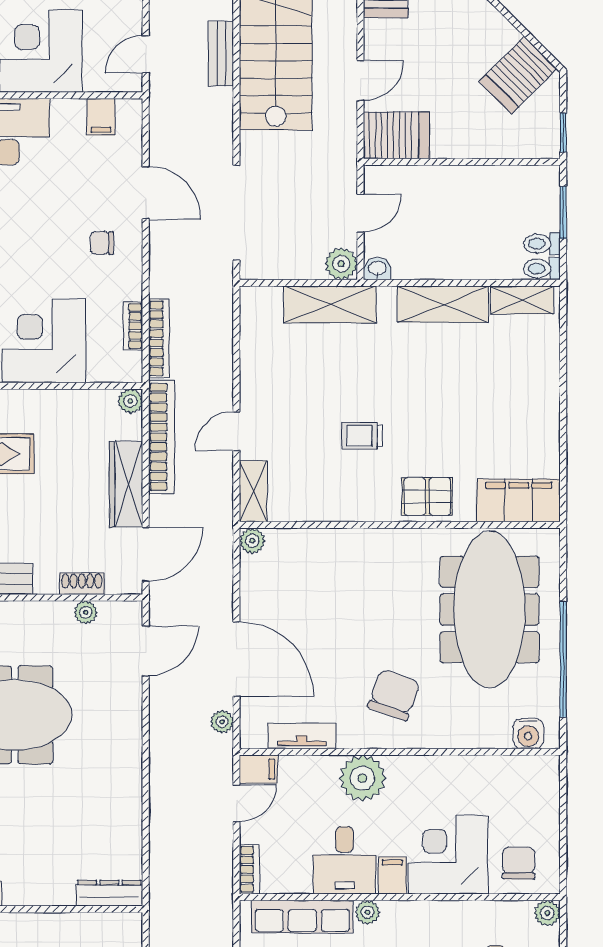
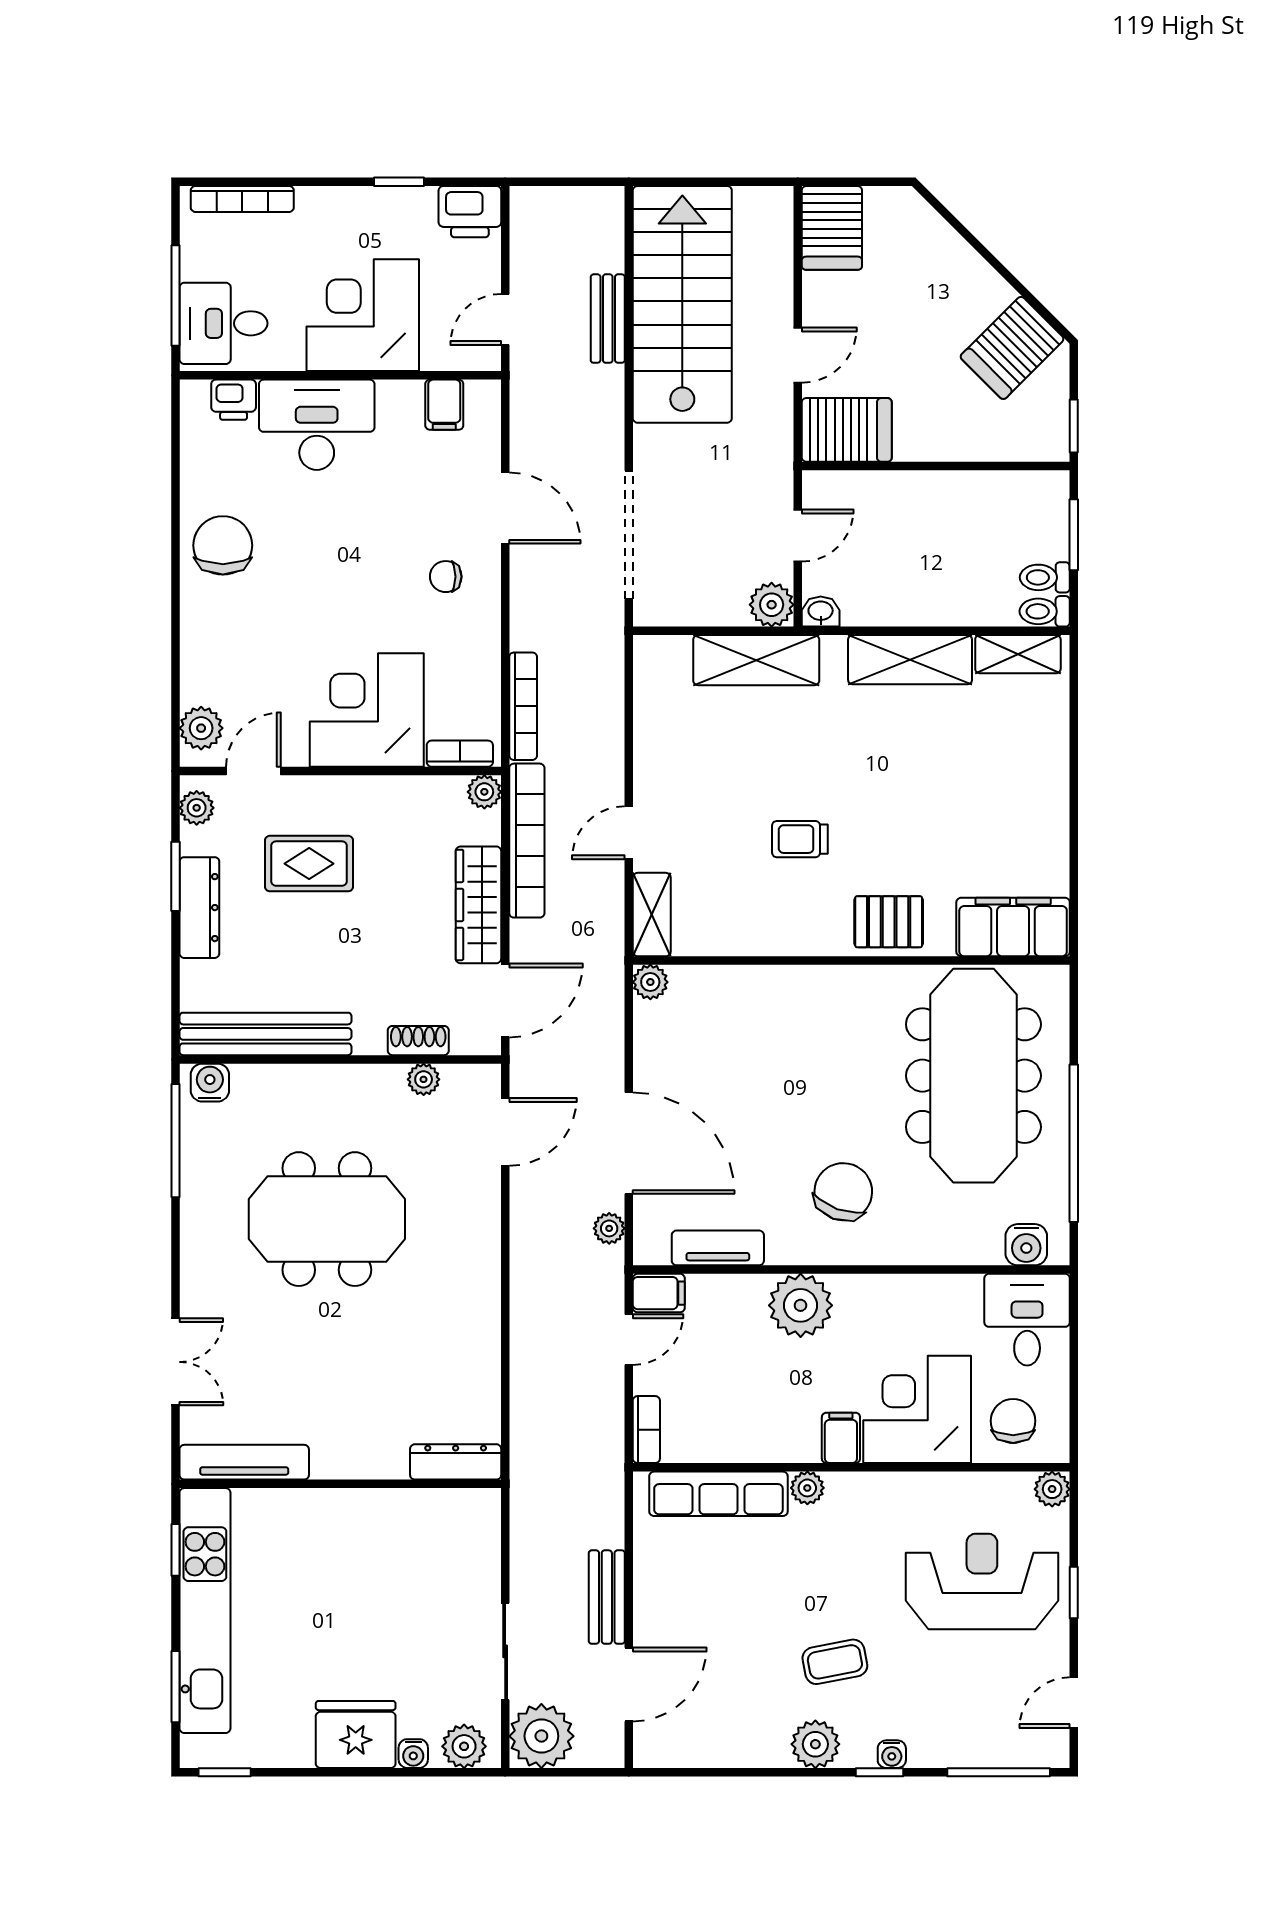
bookcase: (133, 326) -> (460, 754), moved, turned 90
desk: (345, 860) -> (1027, 1320), moved, turned 180

